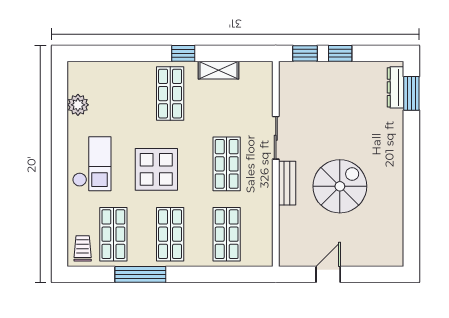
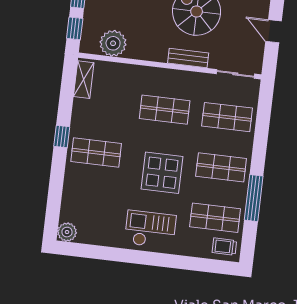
shelving: (219, 70) -> (84, 80), moved
plant: (294, 98) -> (113, 43), added
plant: (78, 105) -> (67, 232), moved
sliding door: (276, 138) -> (235, 74), moved

